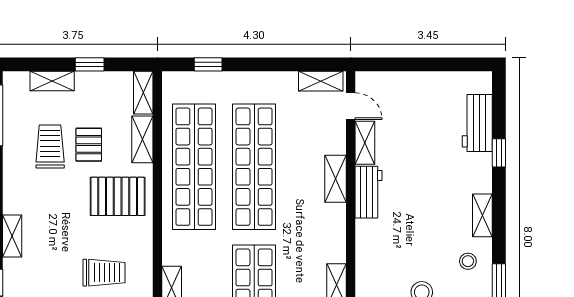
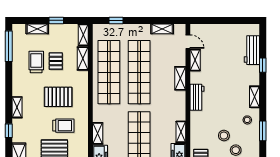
shelving: (321, 81) -> (162, 29), moved
workbench: (369, 192) -> (197, 97), moved
pallet: (118, 196) -> (58, 97), moved

